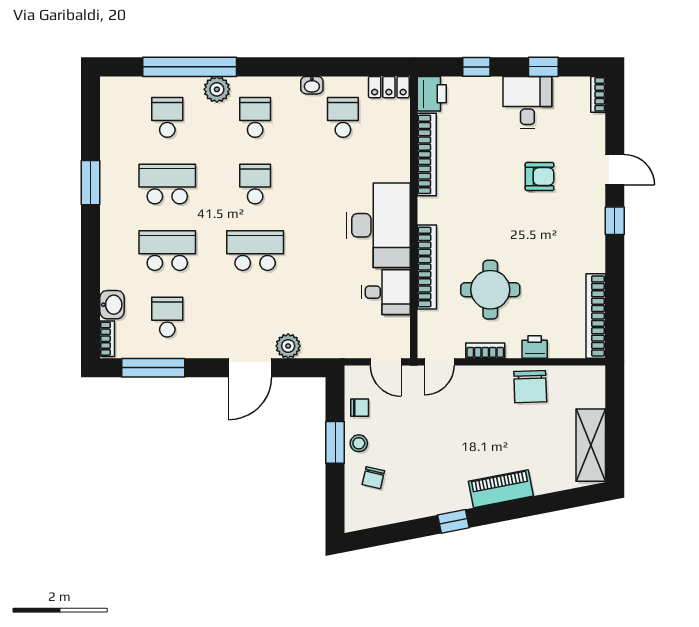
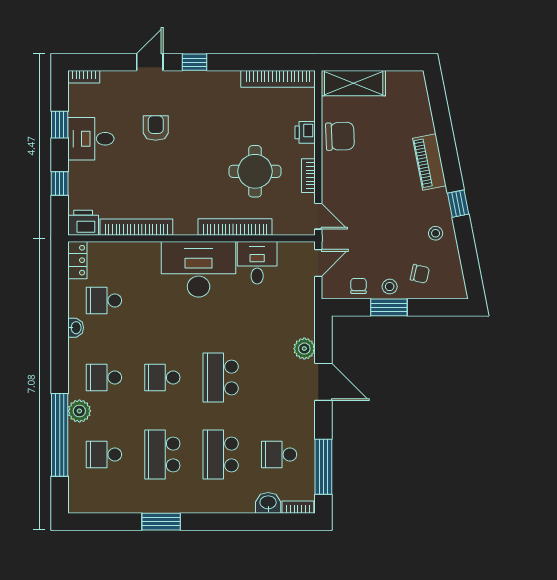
shelving: (591, 445) -> (354, 83), moved
stool: (420, 496) -> (436, 233), added

